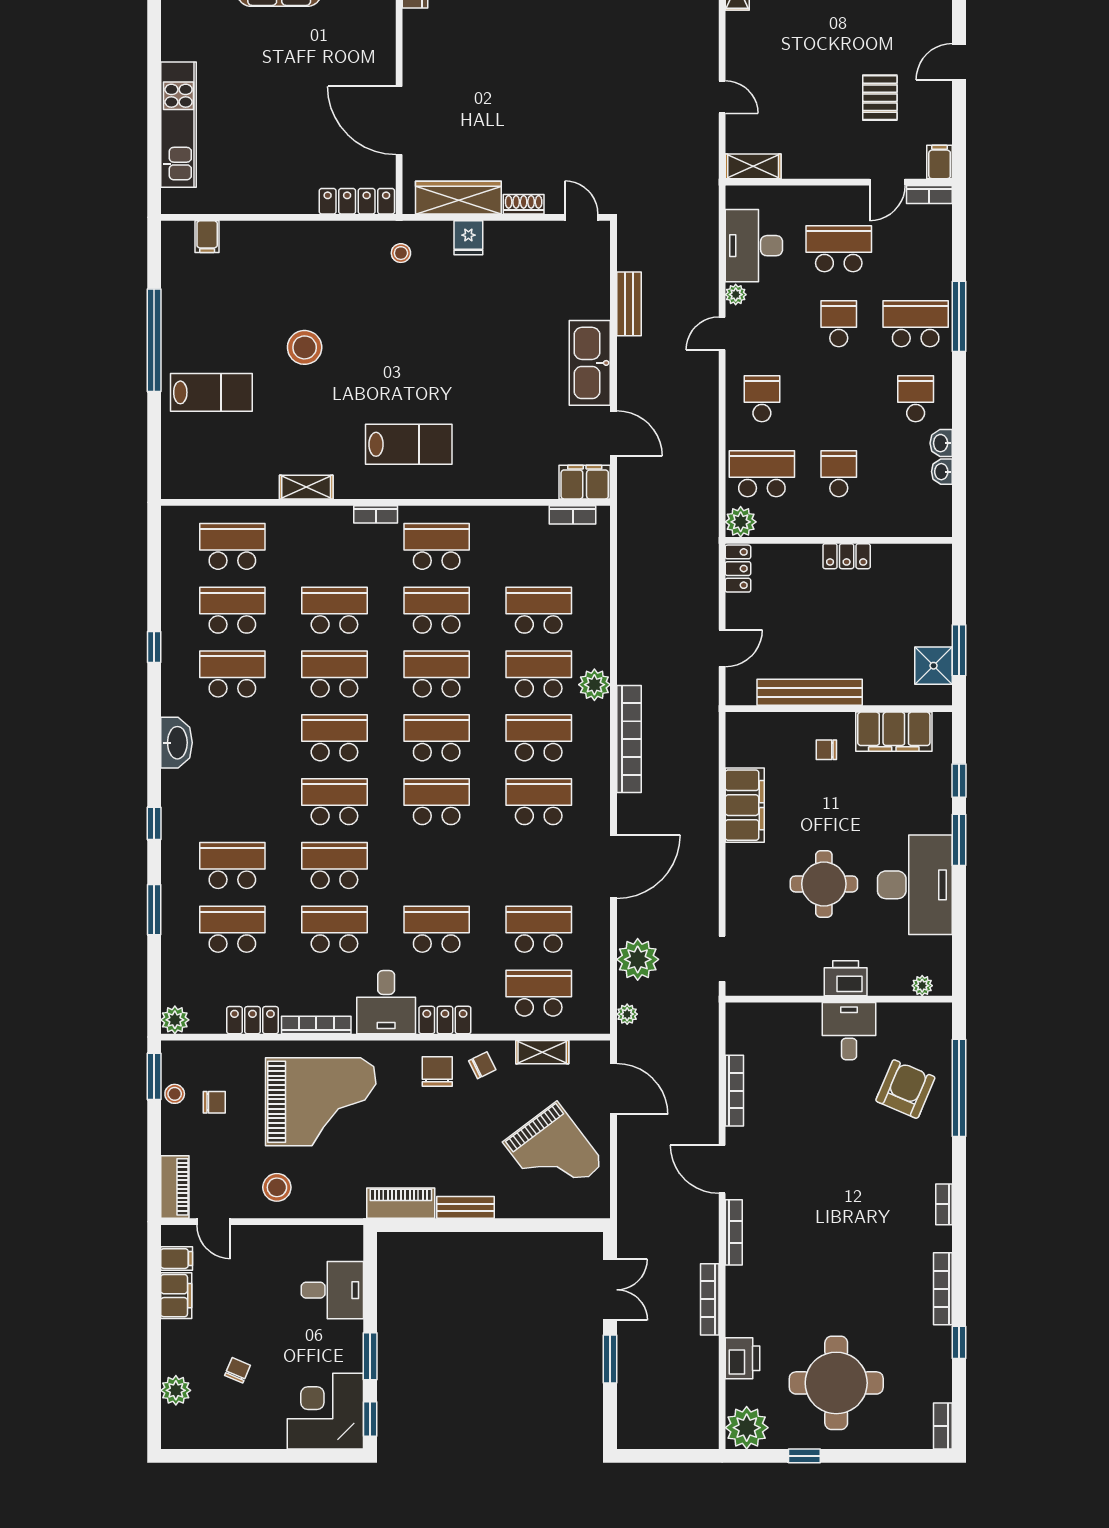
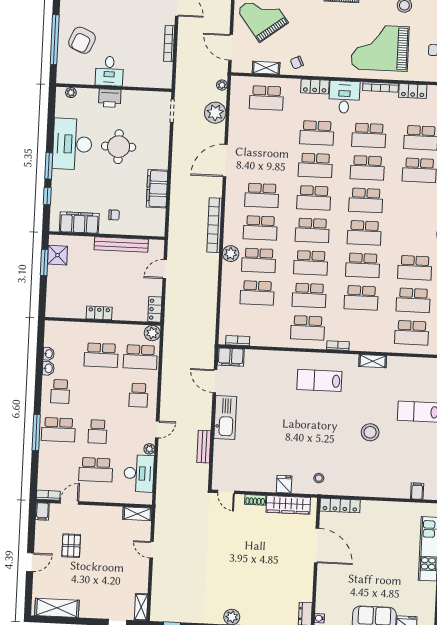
school desk: (839, 474) -> (101, 355), width x1.85
school desk: (539, 929) -> (315, 165), moved
chair: (437, 1072) -> (320, 60), removed

